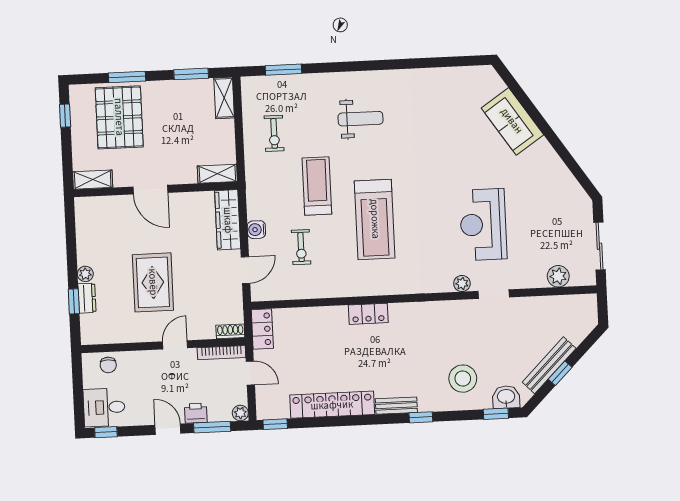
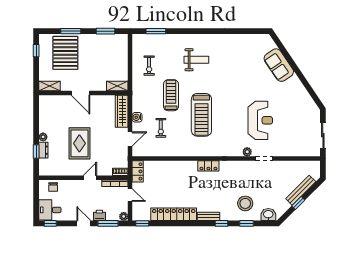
shelving: (224, 98) -> (123, 45), removed
reception desk: (483, 225) -> (260, 120), turned 180
plant: (558, 276) -> (300, 150), removed
locker: (368, 314) -> (208, 166), moved
bench: (549, 365) -> (301, 190), moved
window: (496, 414) -> (246, 223), moved

